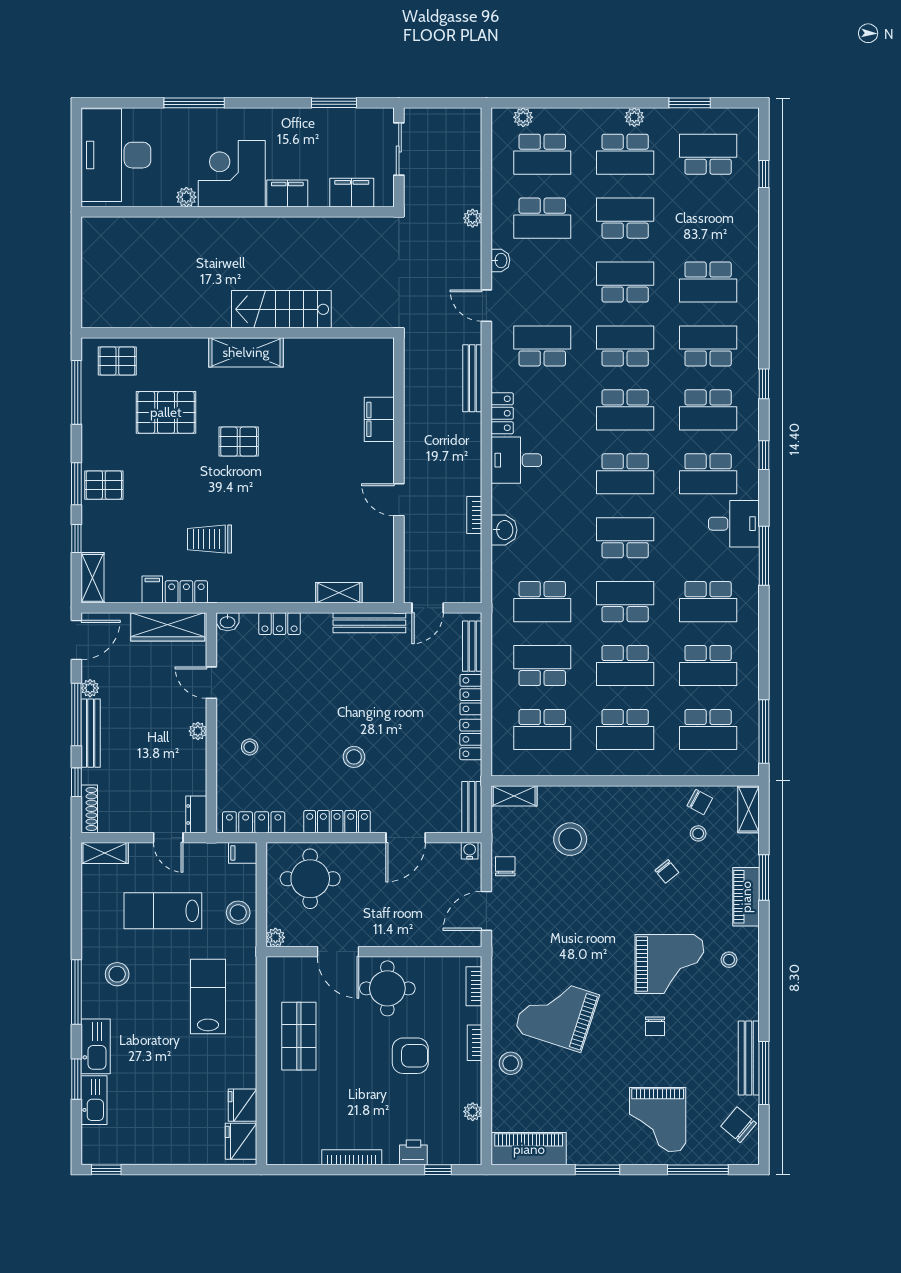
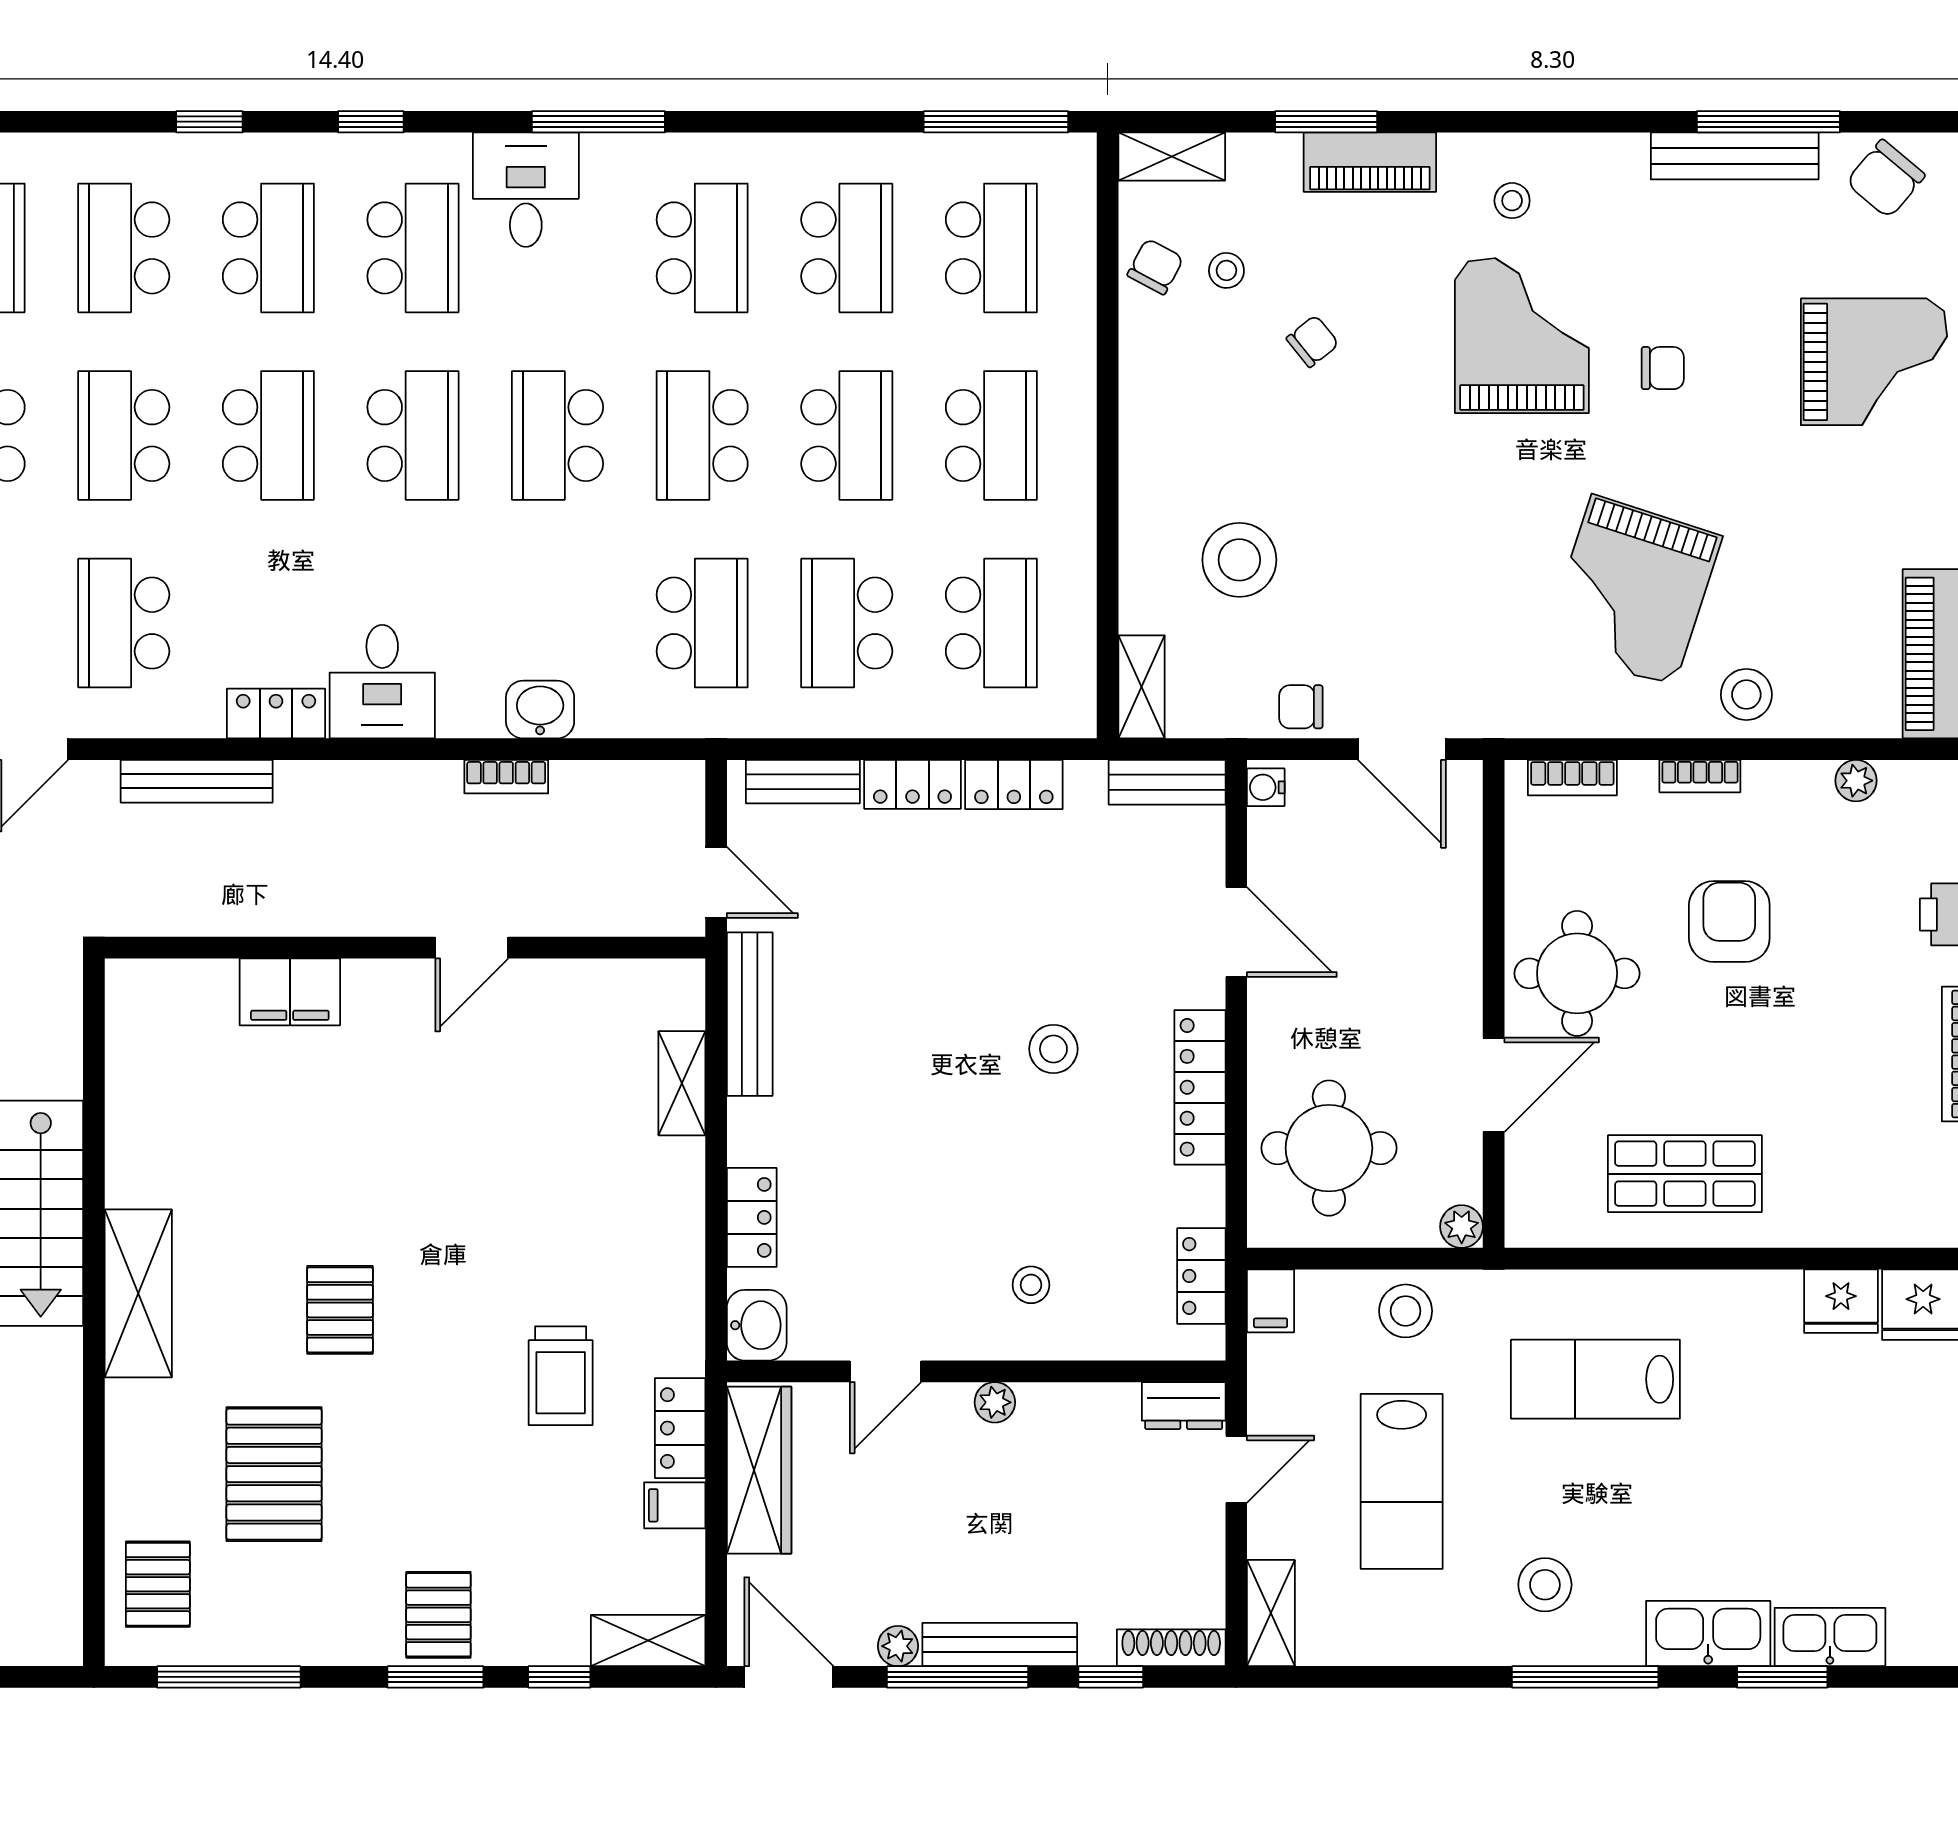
washbasin: (228, 622) -> (757, 1325), width x1.38, depth x1.45
locker: (254, 822) -> (1201, 1276), width x0.66

